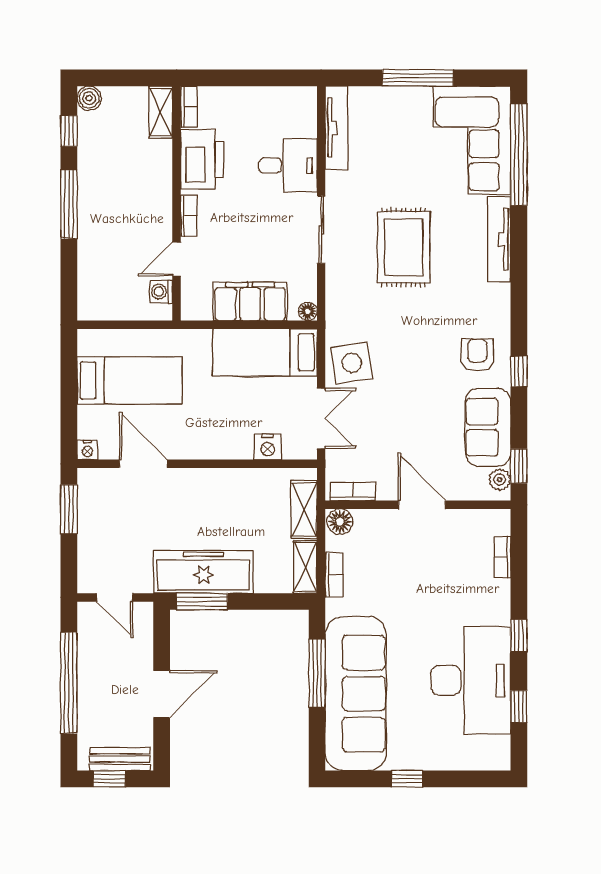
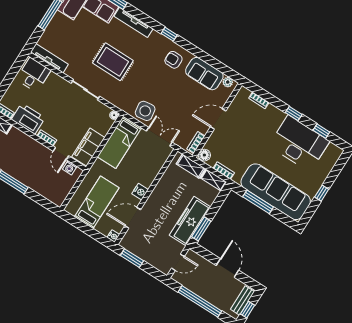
desk: (288, 166) -> (33, 75), moved
filing cabinet: (250, 301) -> (88, 147), moved
window: (519, 371) -> (169, 34), moved
nightstand: (268, 447) -> (140, 192), moved
window: (519, 466) -> (227, 71), removed

